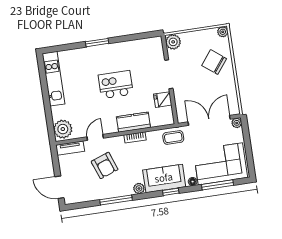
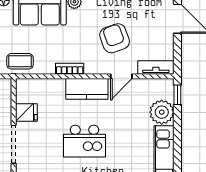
kitchen counter: (133, 122) -> (87, 89), moved
plant: (63, 129) -> (162, 112), moved
window: (51, 130) -> (177, 95), added

